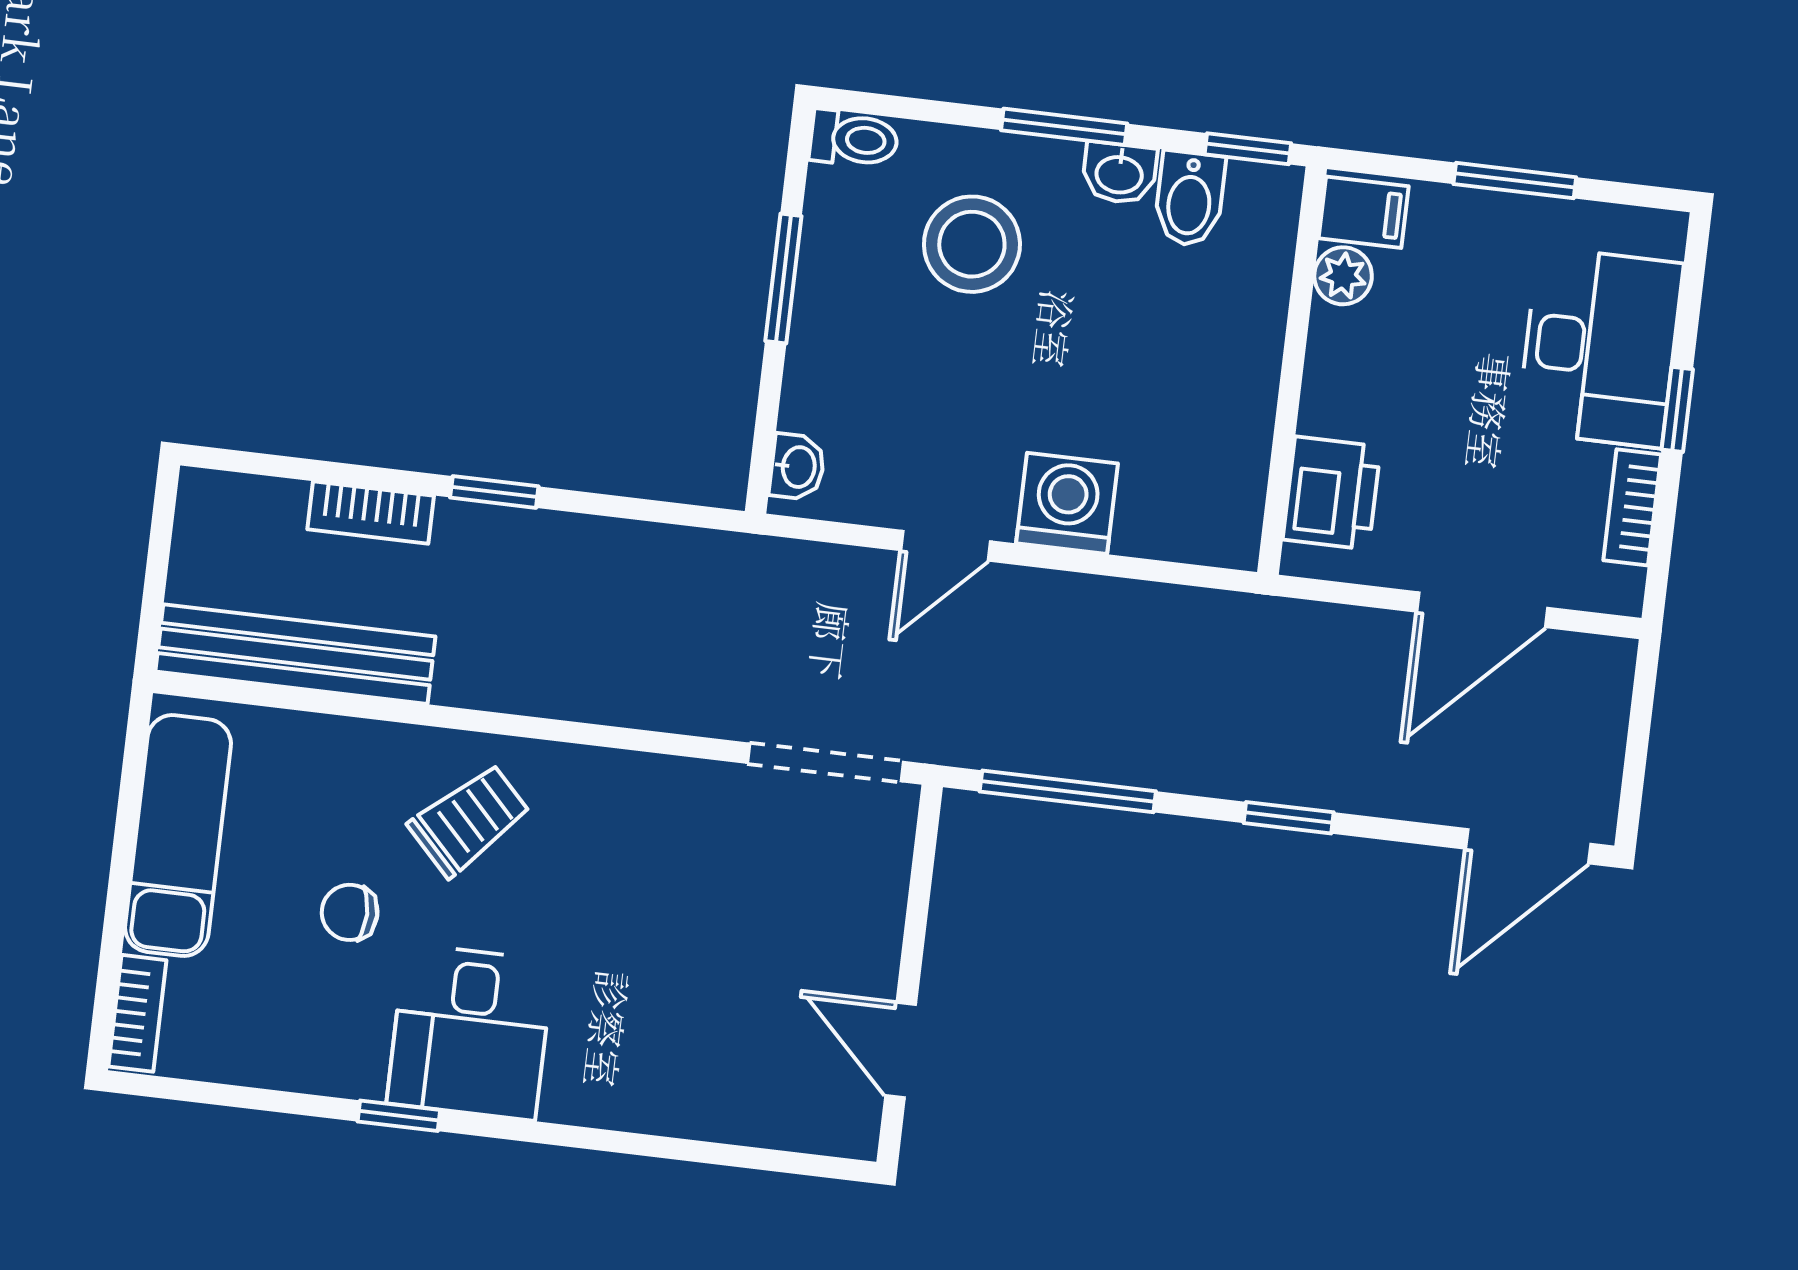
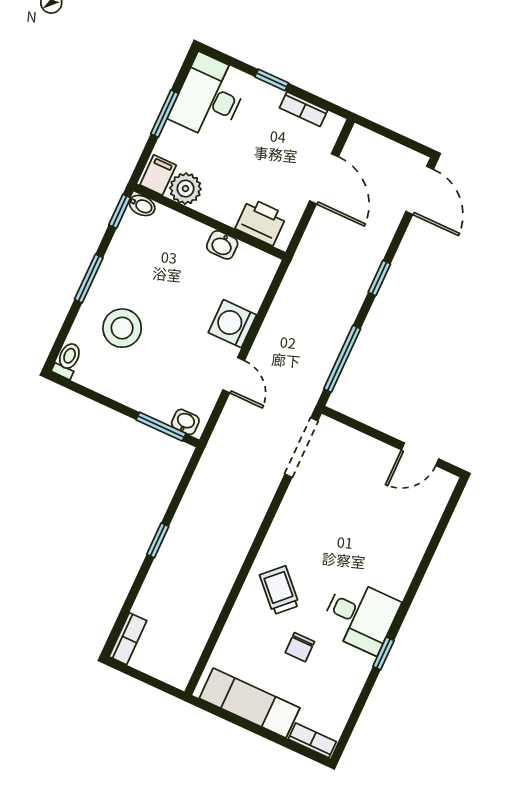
washbasin: (1119, 173) -> (222, 245), moved, turned 90
bidet: (1190, 199) -> (142, 205), moved, width x0.72, depth x0.74
plant: (1343, 276) -> (185, 189), width x1.38, depth x1.38
window: (783, 278) -> (161, 427), moved
desk: (1600, 347) -> (209, 97), moved, turned -90
bookcase: (371, 513) -> (128, 639), moved
bench: (295, 654) -> (195, 636), removed

